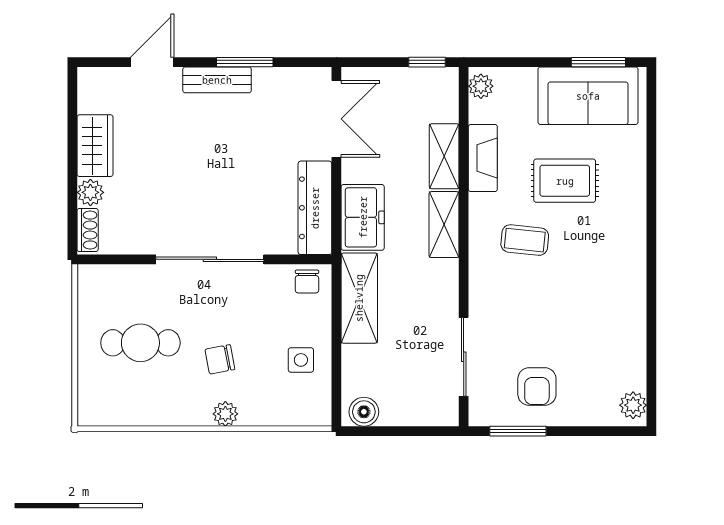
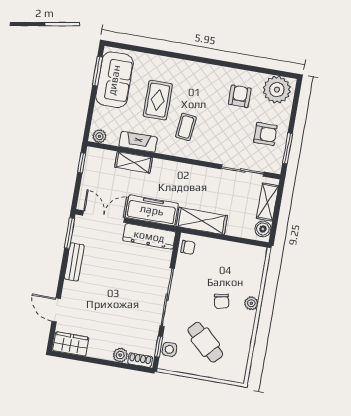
window: (245, 62) -> (69, 233), moved
bench: (217, 80) -> (74, 262), moved
wardrobe: (95, 146) -> (71, 344), moved
freezer: (363, 217) -> (152, 210), width x1.40
shelving: (444, 225) -> (267, 202), moved, turned 90
window: (118, 259) -> (159, 347), added
armchair: (597, 328) -> (240, 96), added
cafe table: (140, 343) -> (205, 342), turned -47
side table: (301, 360) -> (169, 349), moved
plant: (633, 405) -> (277, 90), width x1.88, depth x1.88

